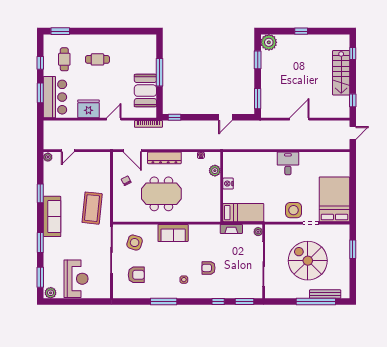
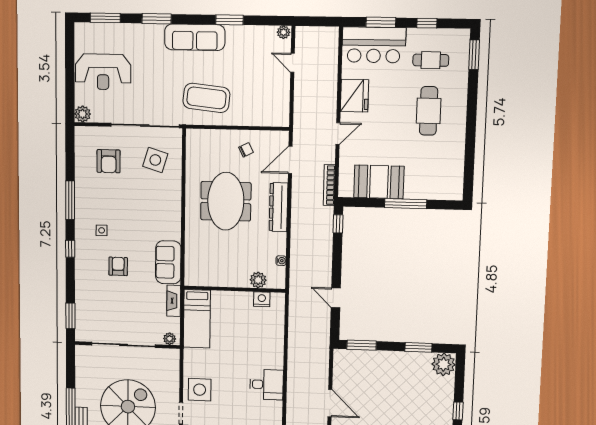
cafe table: (97, 59) -> (429, 111), width x1.37, depth x1.35
door: (114, 119) -> (338, 134), hinge flipped
nightstand: (228, 184) -> (262, 299), moved
sofa: (173, 233) -> (168, 262), moved
plant: (51, 293) -> (83, 114), moved
window: (218, 302) -> (70, 249), moved

